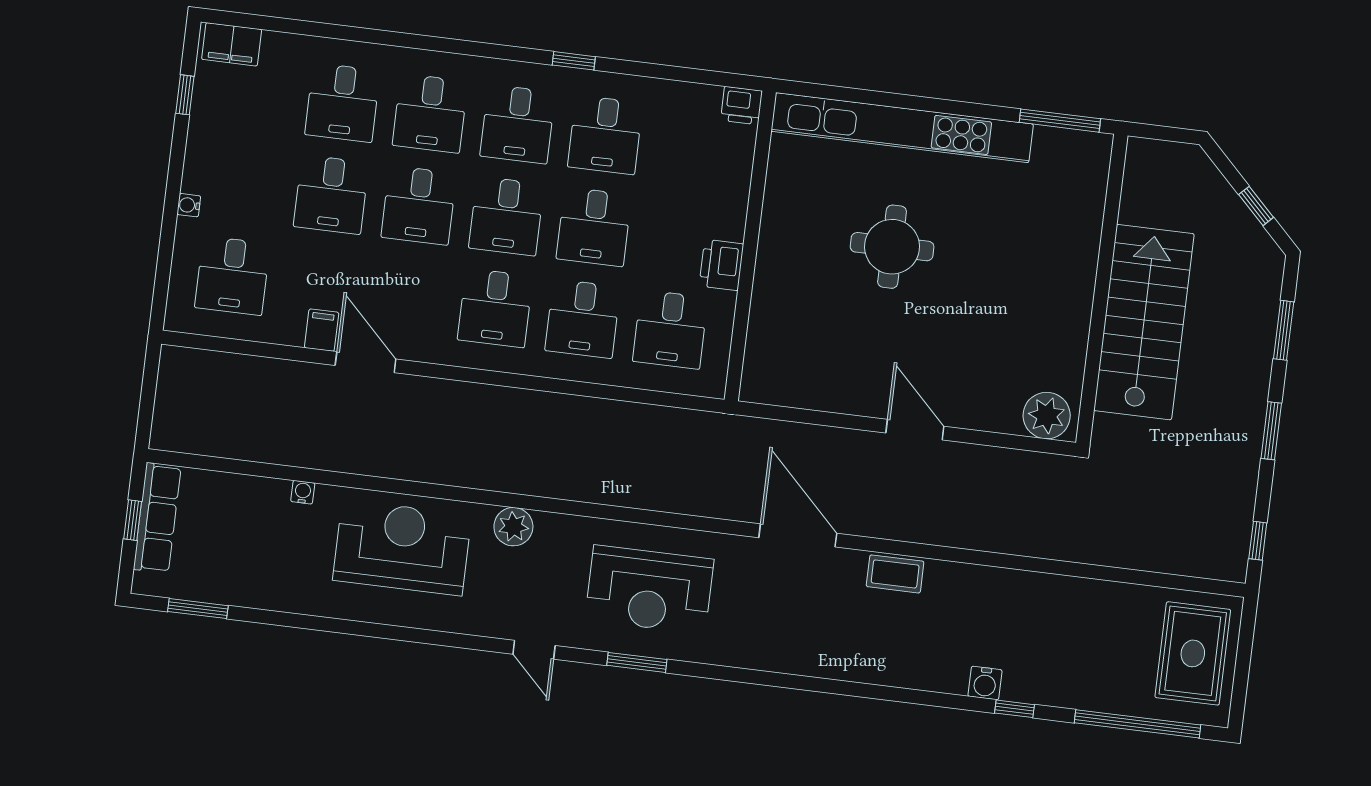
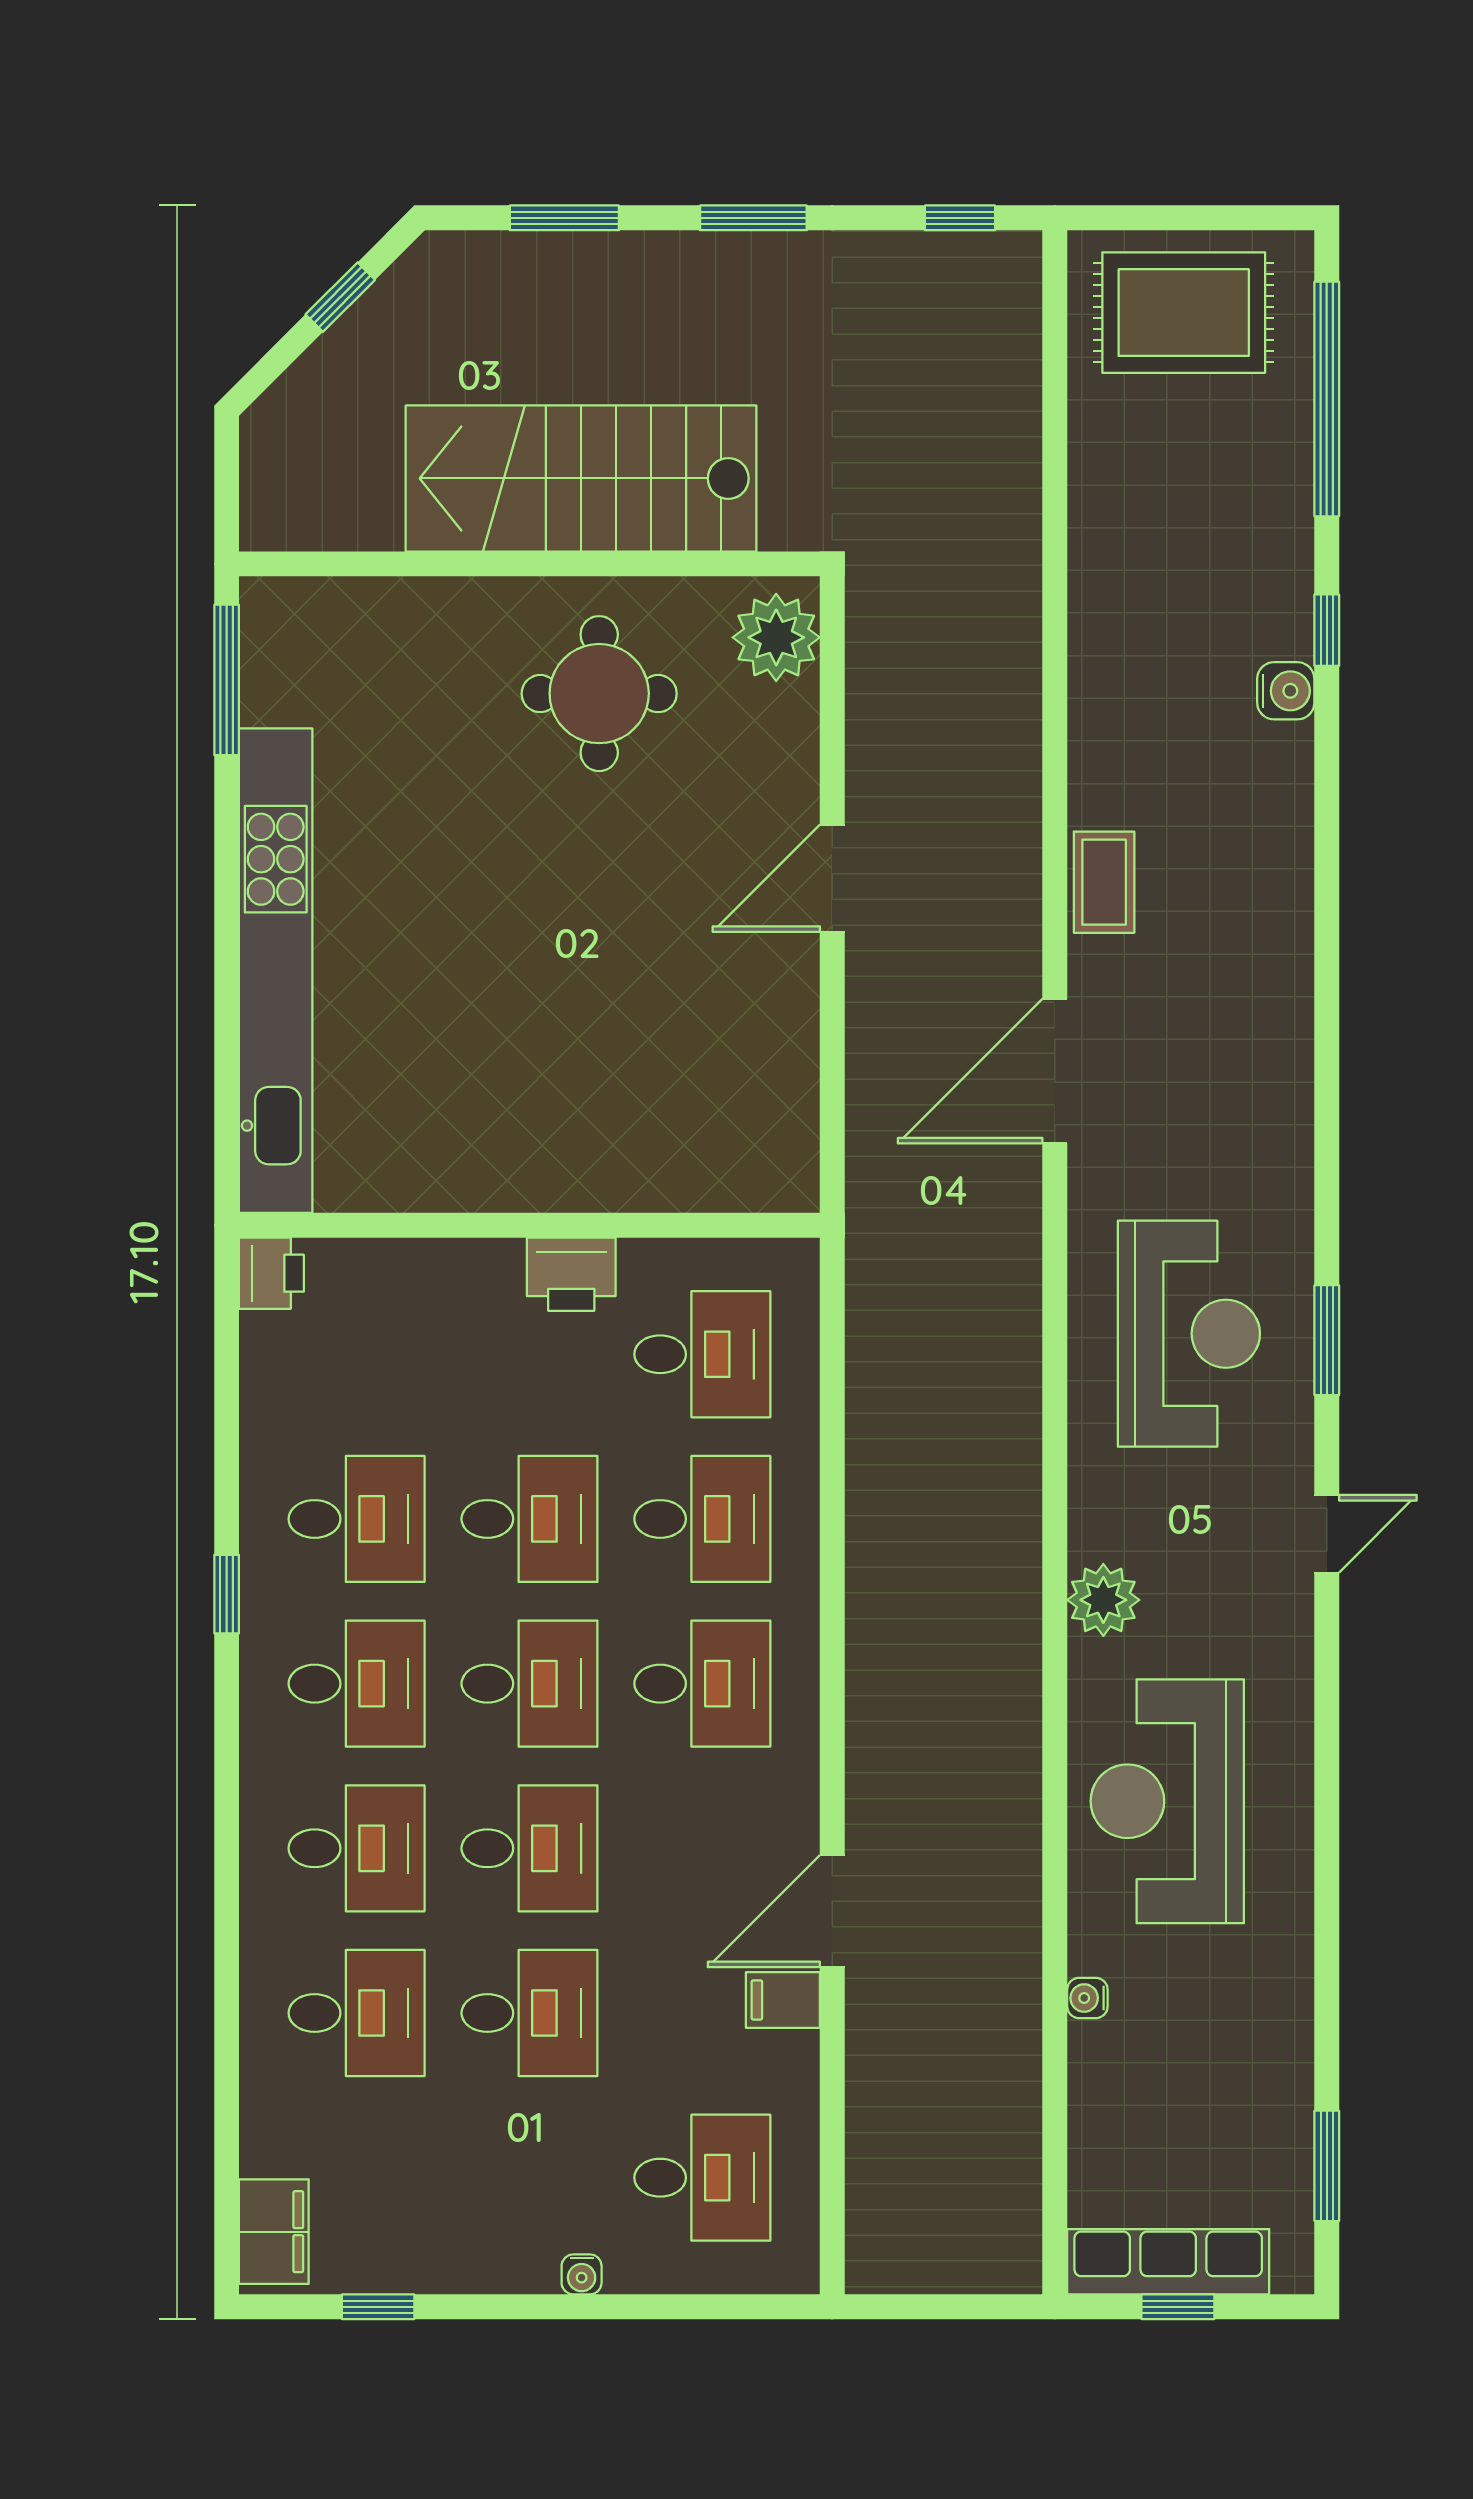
round table: (892, 247) -> (599, 694), moved

